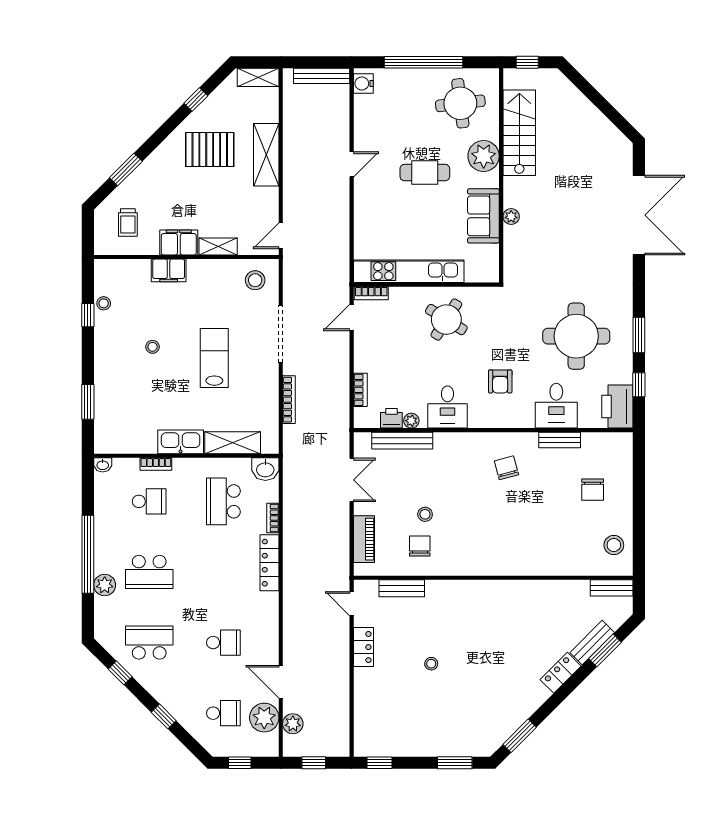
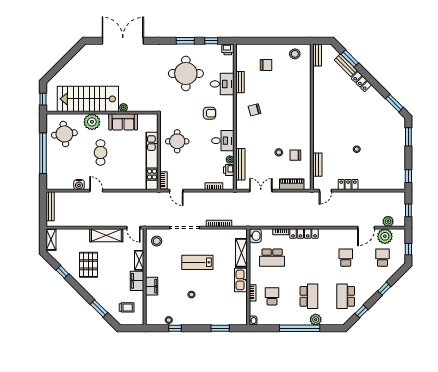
water cooler: (363, 83) -> (79, 185), moved
stairs: (519, 133) -> (88, 99), width x1.36, depth x1.51
shelving: (266, 155) -> (106, 235), moved
round table: (446, 320) -> (177, 141), turned -32
printer: (617, 407) -> (228, 49), width x0.53, depth x0.68

